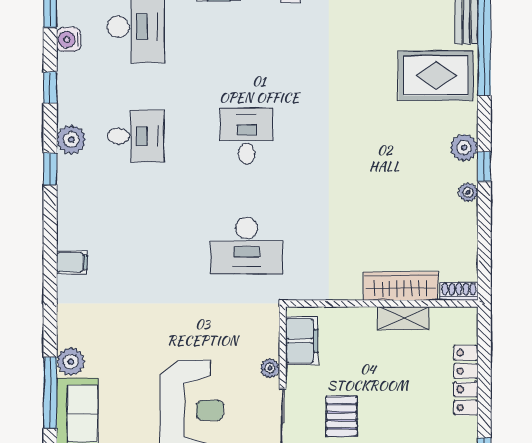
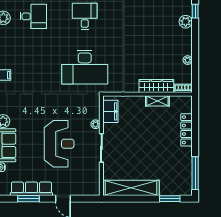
window: (484, 167) -> (195, 11), moved
plant: (468, 192) -> (188, 60), moved
desk: (247, 245) -> (85, 67), width x1.36, depth x1.30
pallet: (341, 416) -> (129, 146), removed

